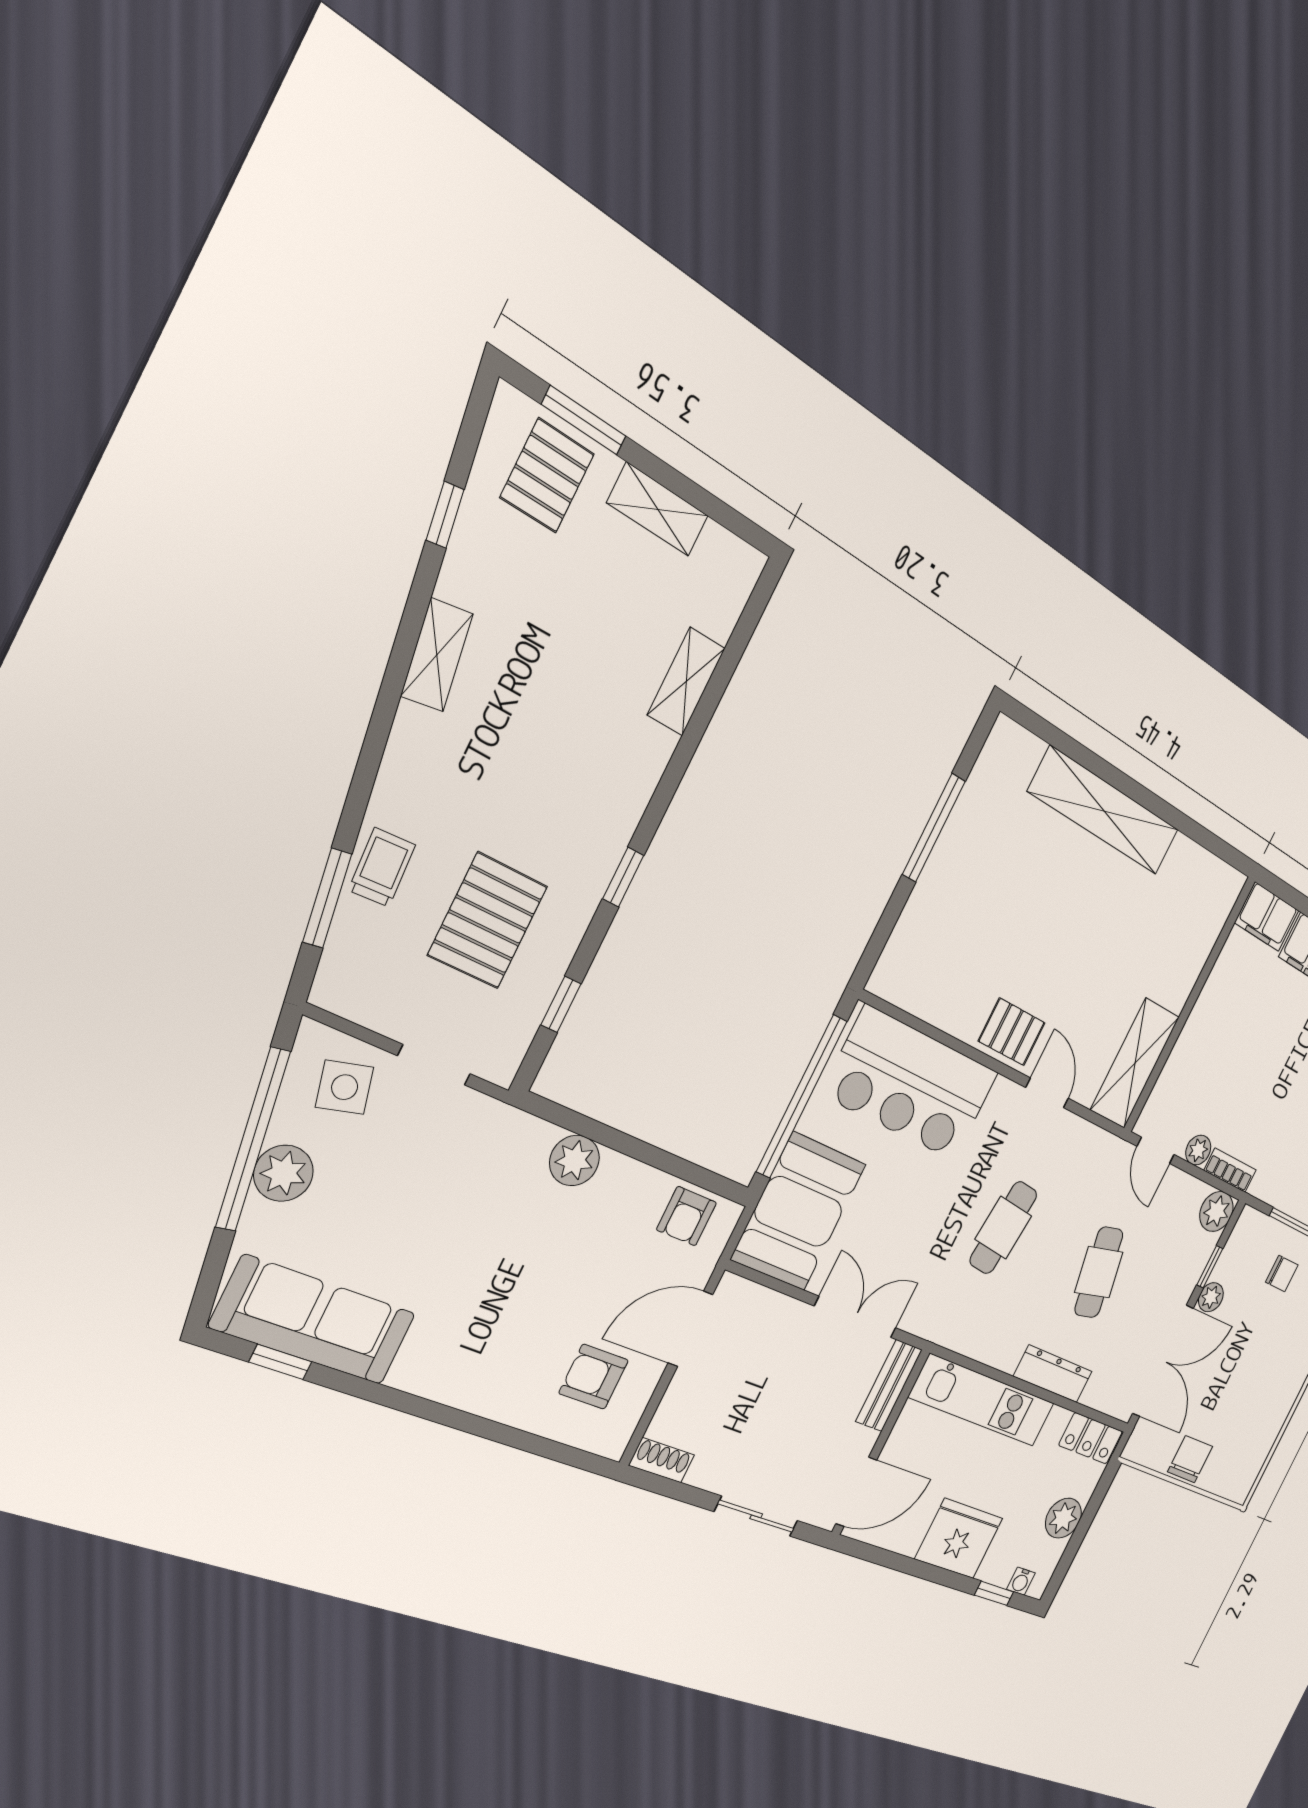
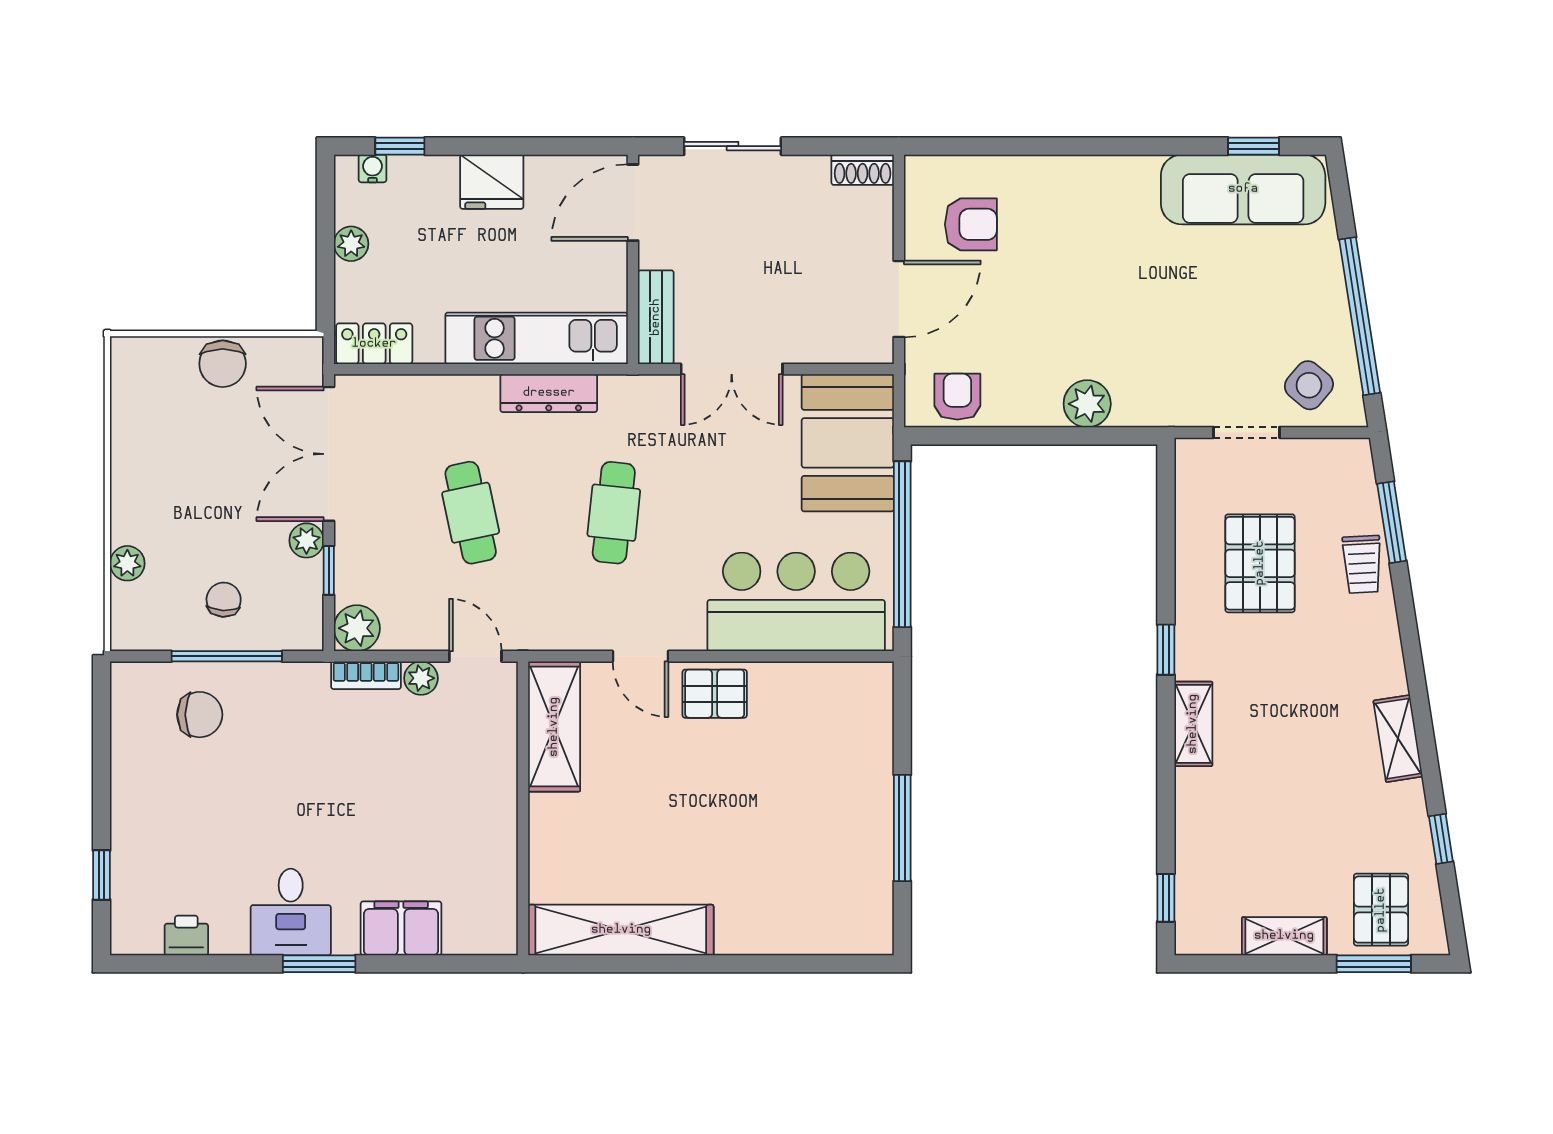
shelving: (686, 682) -> (1193, 724), moved
shelving: (1104, 811) -> (621, 930), moved
filing cabinet: (1267, 917) -> (481, 931), removed
window: (561, 1004) -> (1166, 898), moved
side table: (345, 1087) -> (1309, 385), turned -36
plant: (284, 1173) -> (1324, 299), removed
chair: (1282, 1274) -> (224, 600), turned 93
dresser: (1053, 1374) -> (549, 393), moved
plant: (1063, 1518) -> (351, 244), width x0.73, depth x0.73
fridge: (959, 1539) -> (492, 182), width x0.73, depth x0.75

